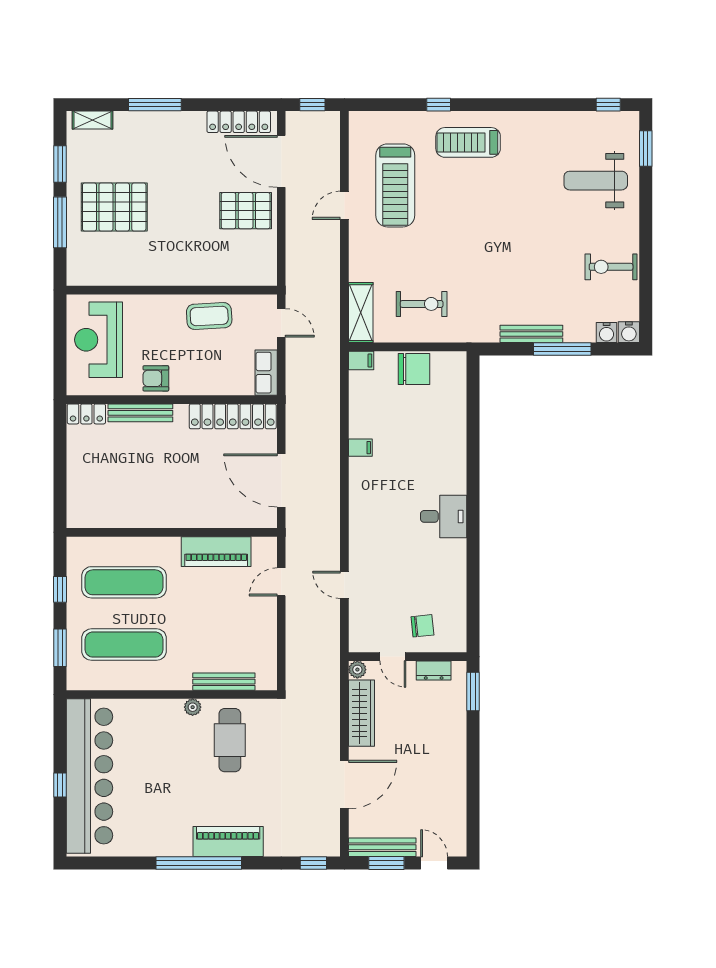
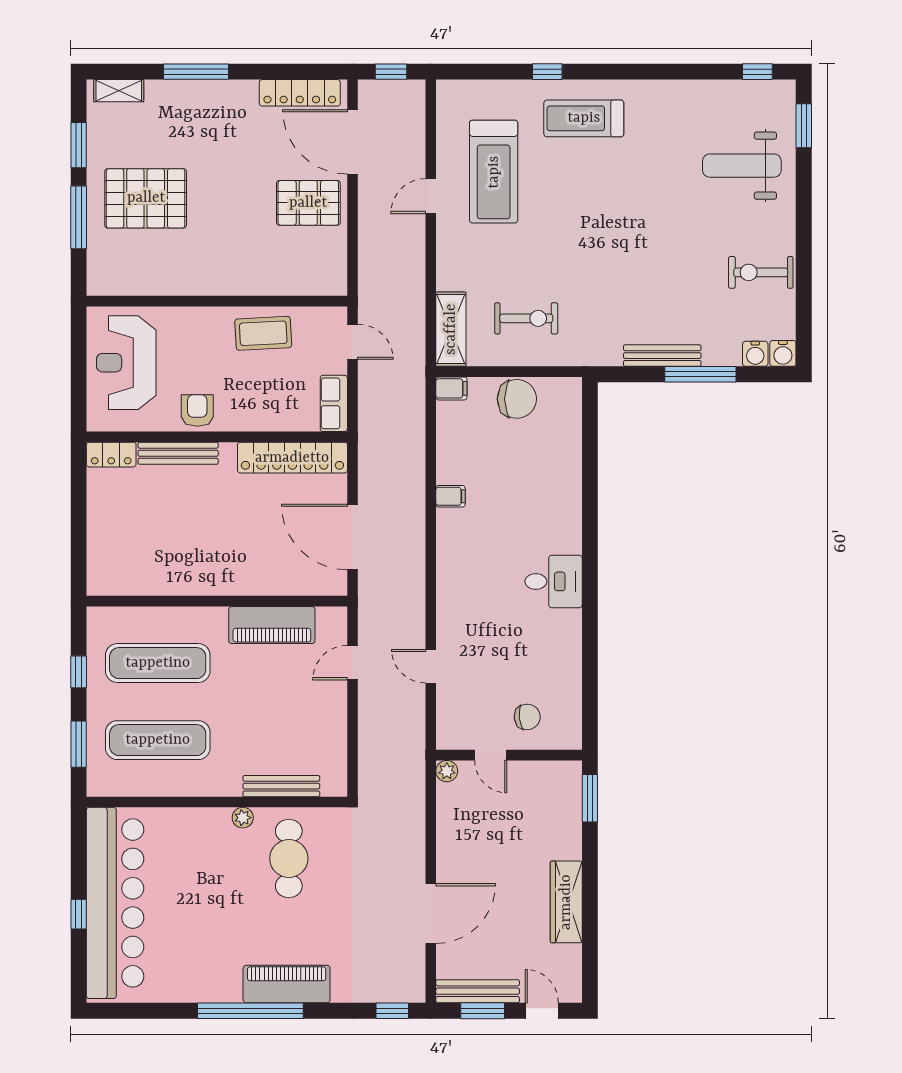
armchair: (156, 378) -> (197, 411), turned 90
dresser: (434, 670) -> (541, 772), removed
wardrobe: (361, 713) -> (566, 902), moved, turned 180

